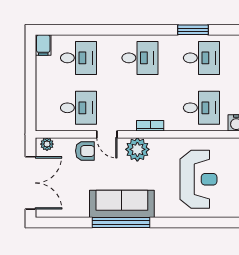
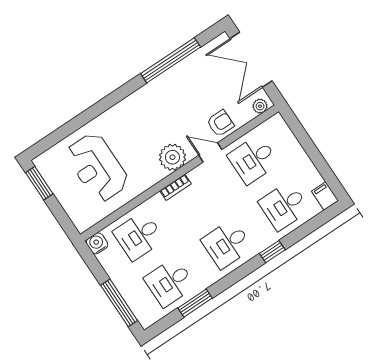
window: (110, 30) -> (272, 252), added
armchair: (85, 151) -> (220, 123), turned 180
sofa: (122, 204) -> (153, 97), removed
window: (121, 222) -> (171, 60), moved

